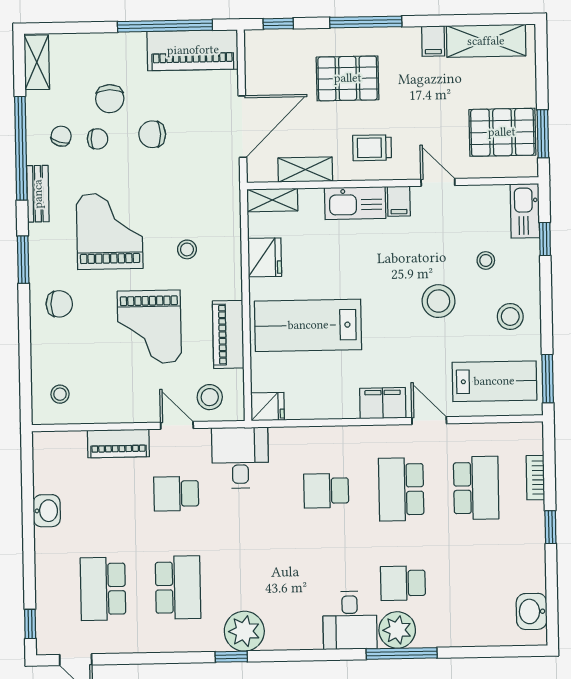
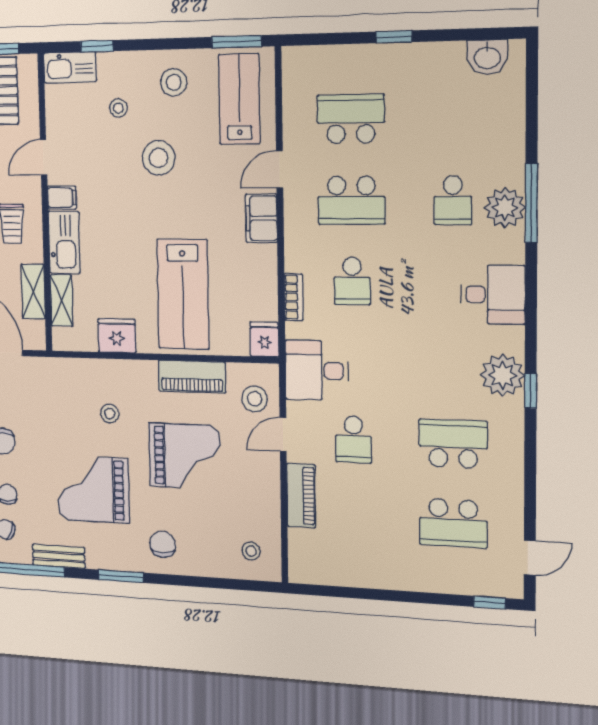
shelving: (272, 200) -> (61, 301), moved
bookcase: (535, 478) -> (294, 297), moved, turned -90
washbasin: (47, 511) -> (370, 575), removed
desk: (350, 620) -> (493, 295), moved

